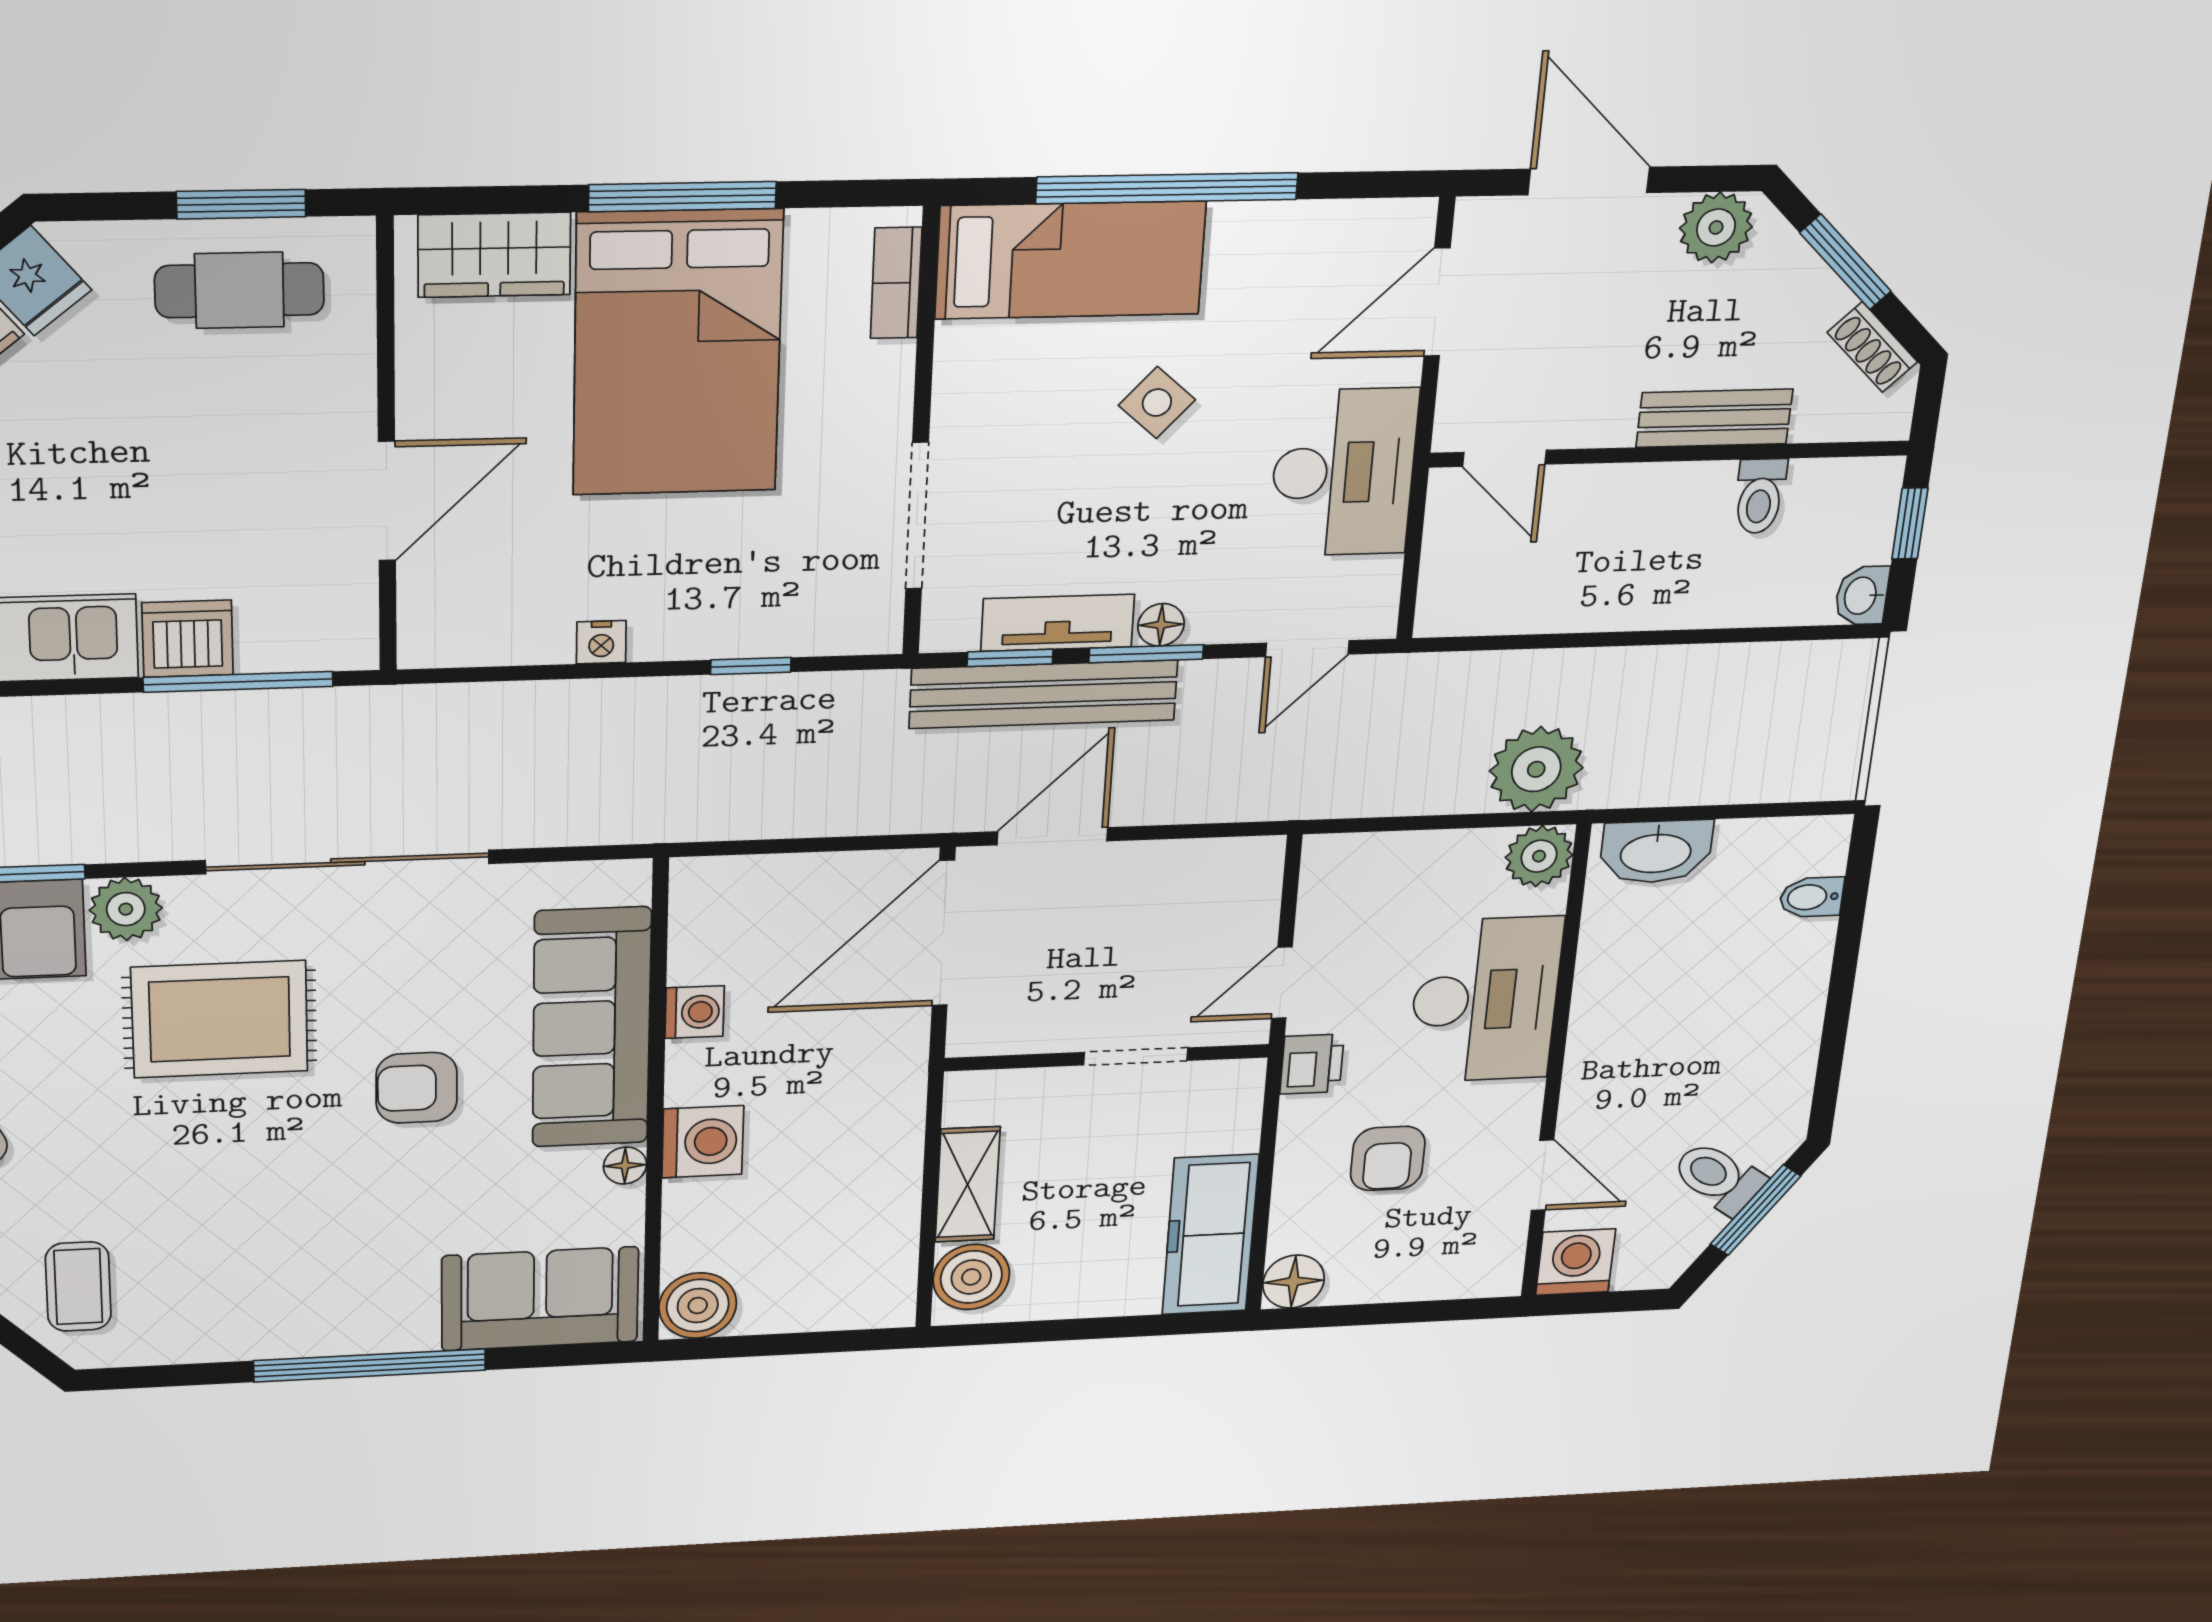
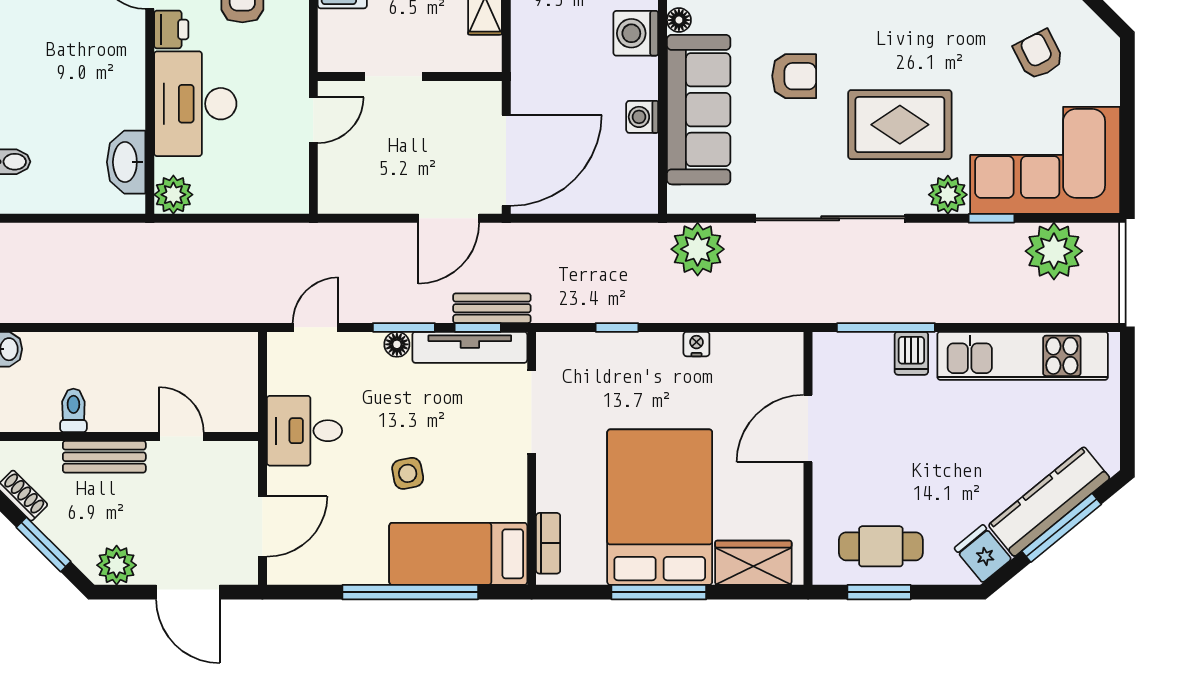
side table: (1157, 403) -> (408, 473), turned 37
door: (1505, 458) -> (181, 437), moved
desk: (1343, 472) -> (304, 431), width x0.73
tv unit: (1058, 623) -> (470, 347), width x1.41
dishwasher: (188, 639) -> (911, 353), width x0.73
bench: (1044, 694) -> (492, 308), width x0.54, depth x0.82
plant: (1536, 769) -> (698, 249), moved
washbasin: (1656, 852) -> (126, 162), moved, turned -90
printer: (1312, 1064) -> (171, 29), moved, turned 180

